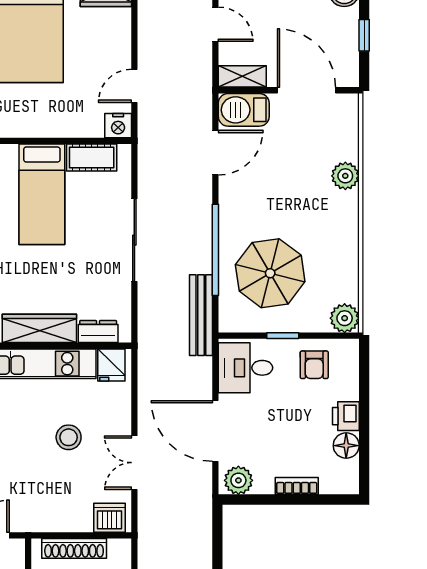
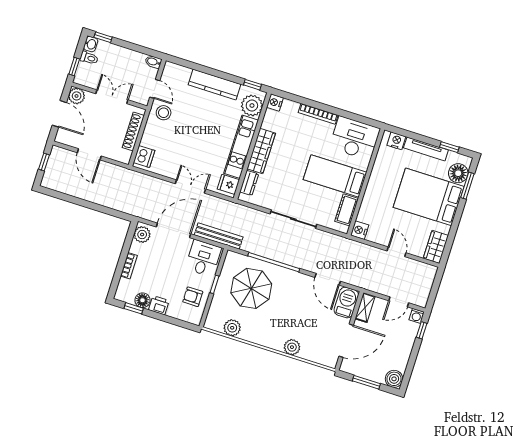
window: (364, 35) -> (366, 382), width x1.50
door: (134, 86) -> (396, 252), moved
bench: (201, 315) -> (219, 236), moved
plant: (345, 318) -> (232, 328), moved
stool: (69, 437) -> (164, 113), moved
window: (364, 456) -> (134, 308), added
double door: (134, 463) -> (190, 186), moved

